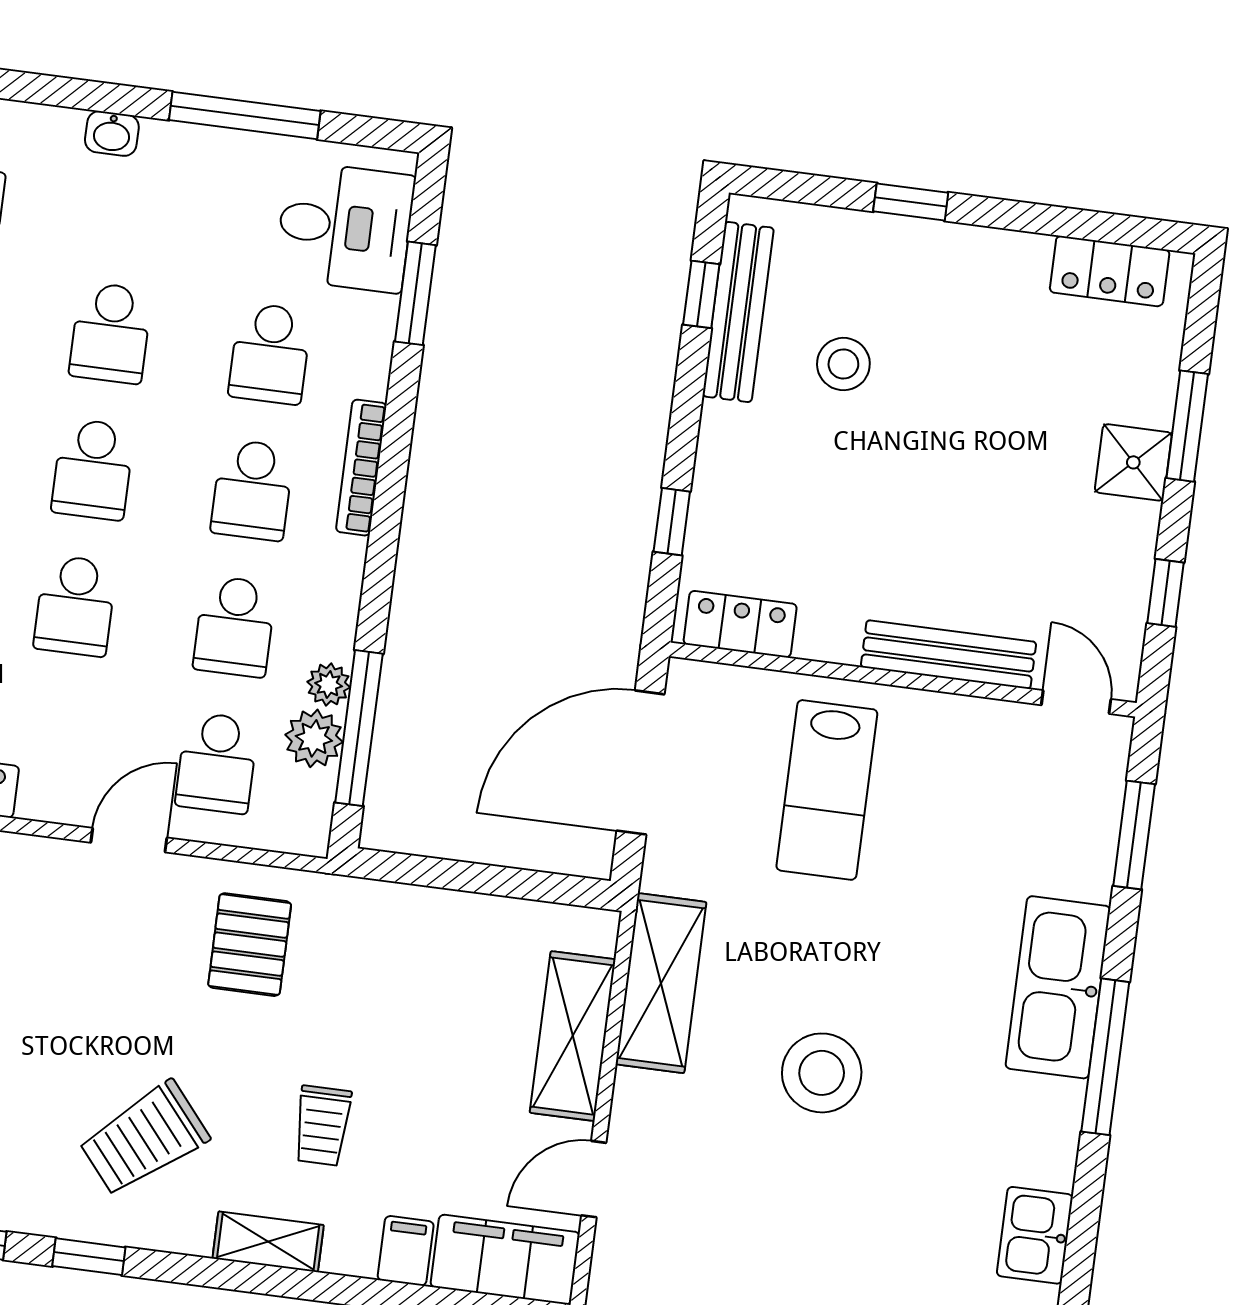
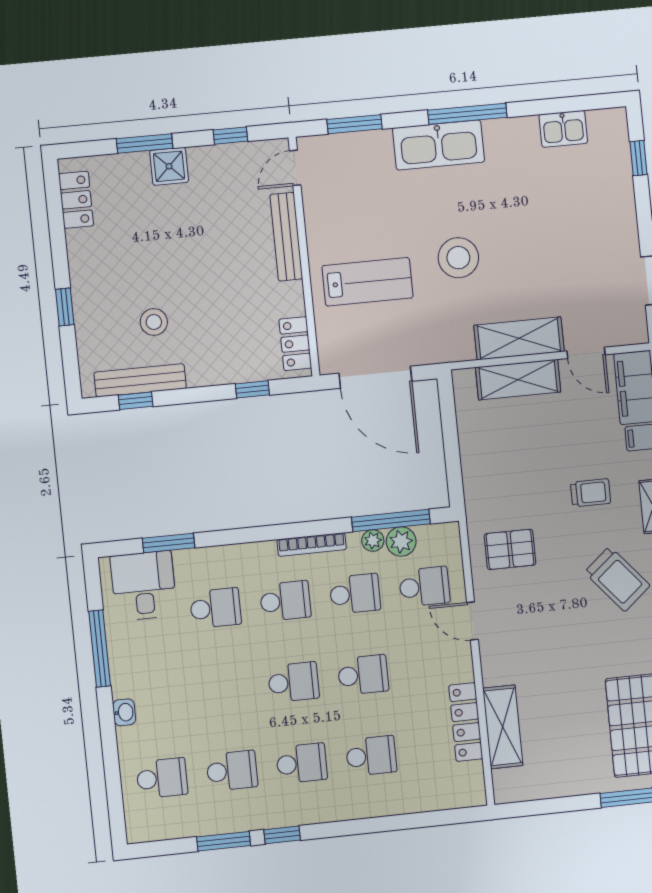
school desk: (111, 333) -> (224, 689), removed
bookcase: (361, 468) -> (312, 544), moved
shelving: (661, 983) -> (519, 338), moved
stool: (822, 1073) -> (458, 258), moved

